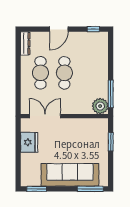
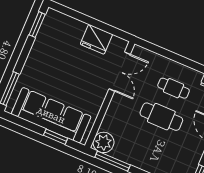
cafe table: (40, 73) -> (174, 88), width x0.73, depth x0.74
sofa: (70, 175) -> (51, 115), moved, turned -90

